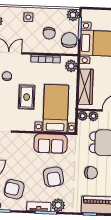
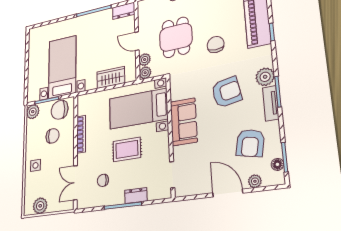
plant: (71, 66) -> (88, 101), removed
wardrobe: (86, 87) -> (111, 77), width x0.67
sofa: (51, 144) -> (184, 122), moved

